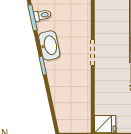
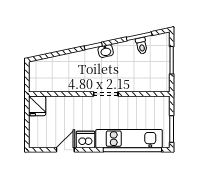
washbasin: (49, 45) -> (106, 51), width x0.52, depth x0.69

